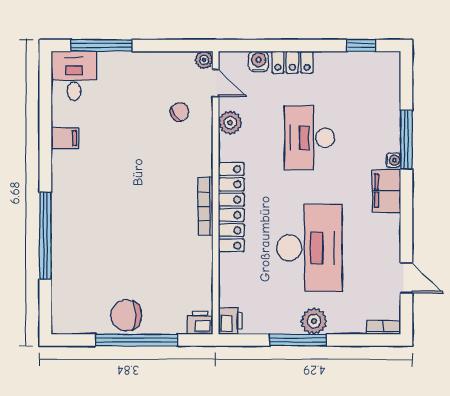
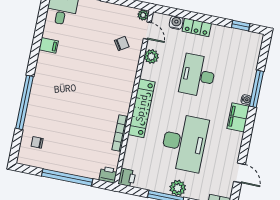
bookcase: (205, 206) -> (120, 133), moved
chair: (126, 315) -> (37, 142), moved, width x0.54, depth x0.54

